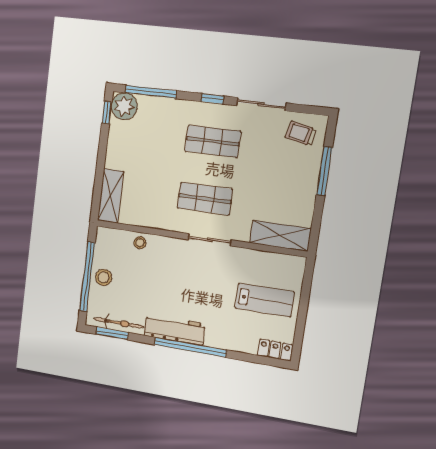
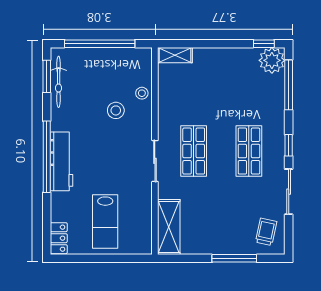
shelving: (111, 196) -> (175, 55), width x0.67, depth x0.75
stool: (104, 277) -> (116, 110), moved
workbench: (174, 330) -> (61, 161), moved

